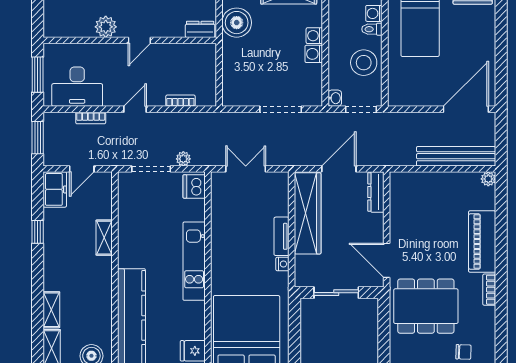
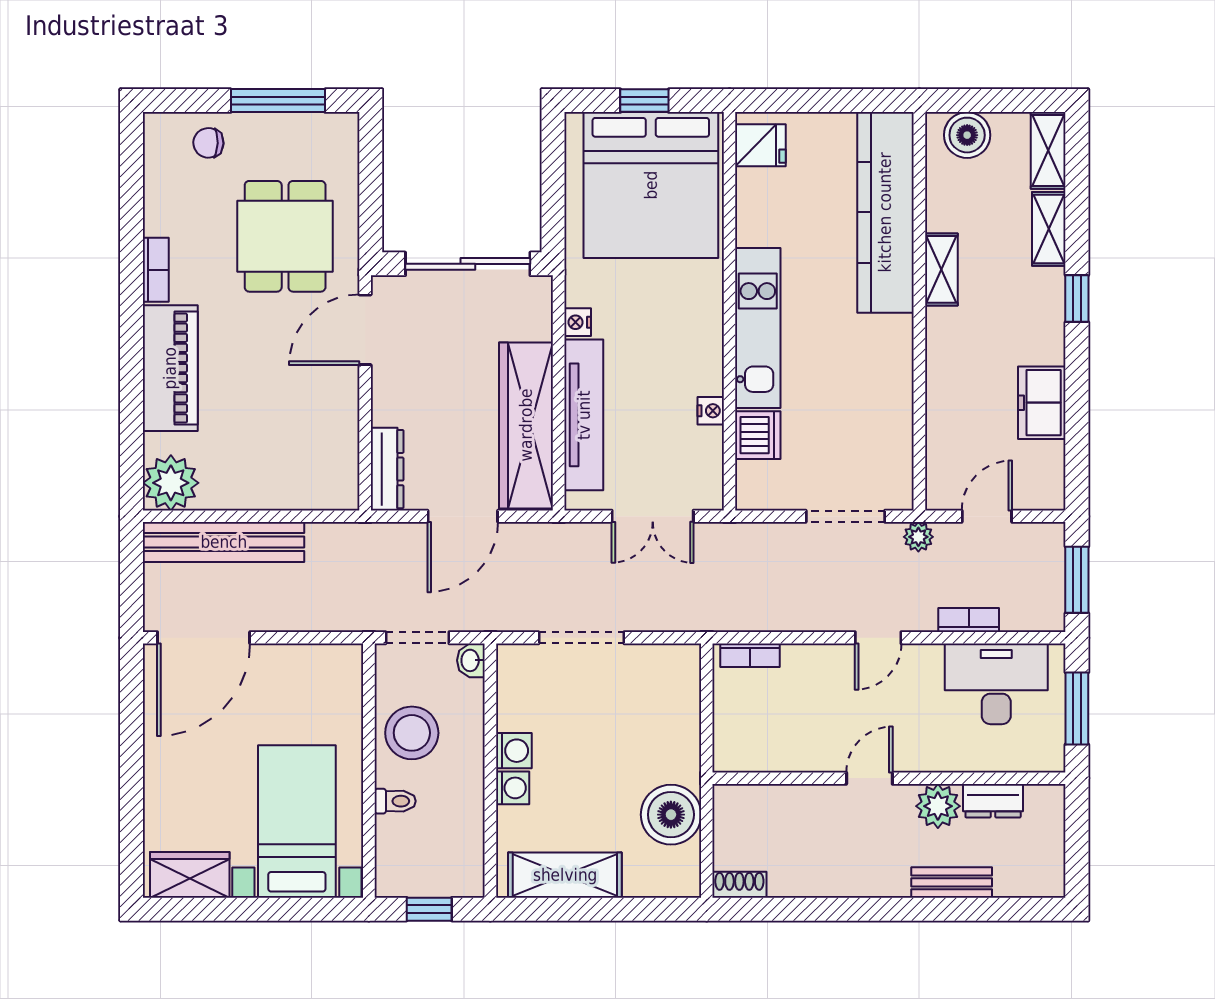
washing machine: (374, 13) -> (391, 833), removed
dresser: (200, 29) -> (993, 801), moved
bookcase: (180, 101) -> (750, 655), moved
plant: (183, 159) -> (918, 537), moved
plant: (488, 179) -> (171, 483), width x1.88, depth x1.88
dishwasher: (194, 186) -> (758, 435), moved
freezer: (55, 189) -> (1042, 403), moved
nightstand: (217, 221) -> (711, 411), added
window: (38, 232) -> (1077, 299), moved
tv unit: (282, 236) -> (584, 415), width x1.92, depth x1.29
shelving: (104, 238) -> (941, 269), moved
door: (387, 260) -> (365, 330), swing flipped
sliding door: (336, 293) -> (468, 264), width x1.37
dining table: (426, 306) -> (285, 236), width x0.73

